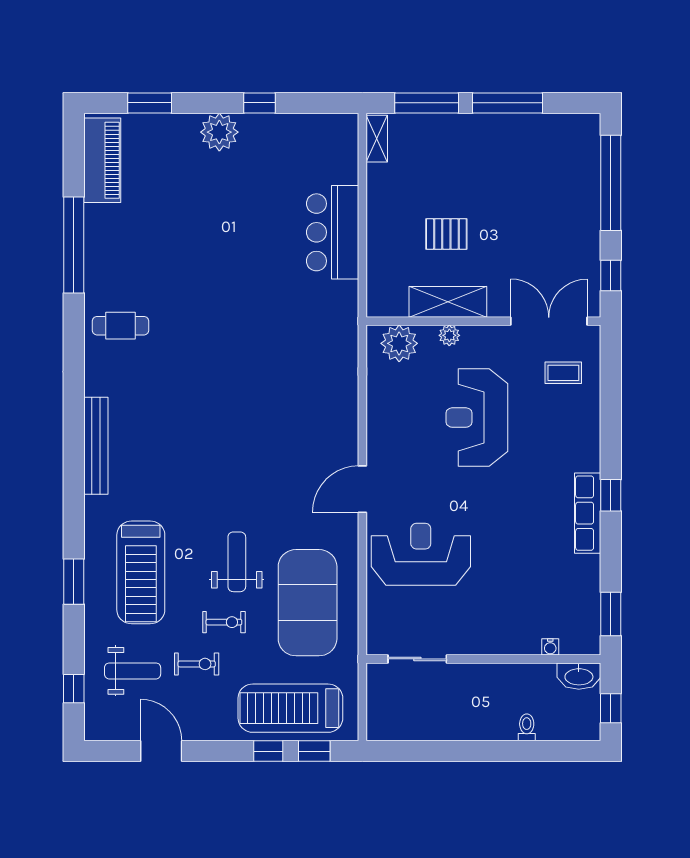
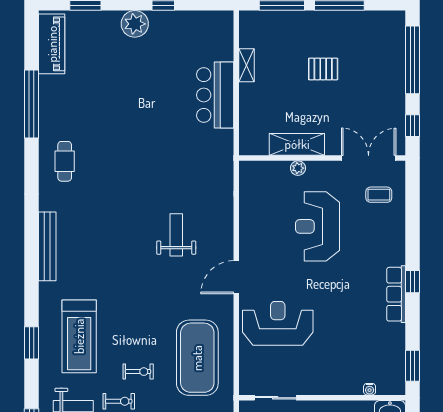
shelving: (377, 139) -> (246, 65), moved
pallet: (446, 234) -> (323, 69), moved
cafe table: (120, 326) -> (65, 161), turned 90
plant: (399, 343) -> (262, 174), removed
weight bench: (237, 562) -> (176, 235), moved

